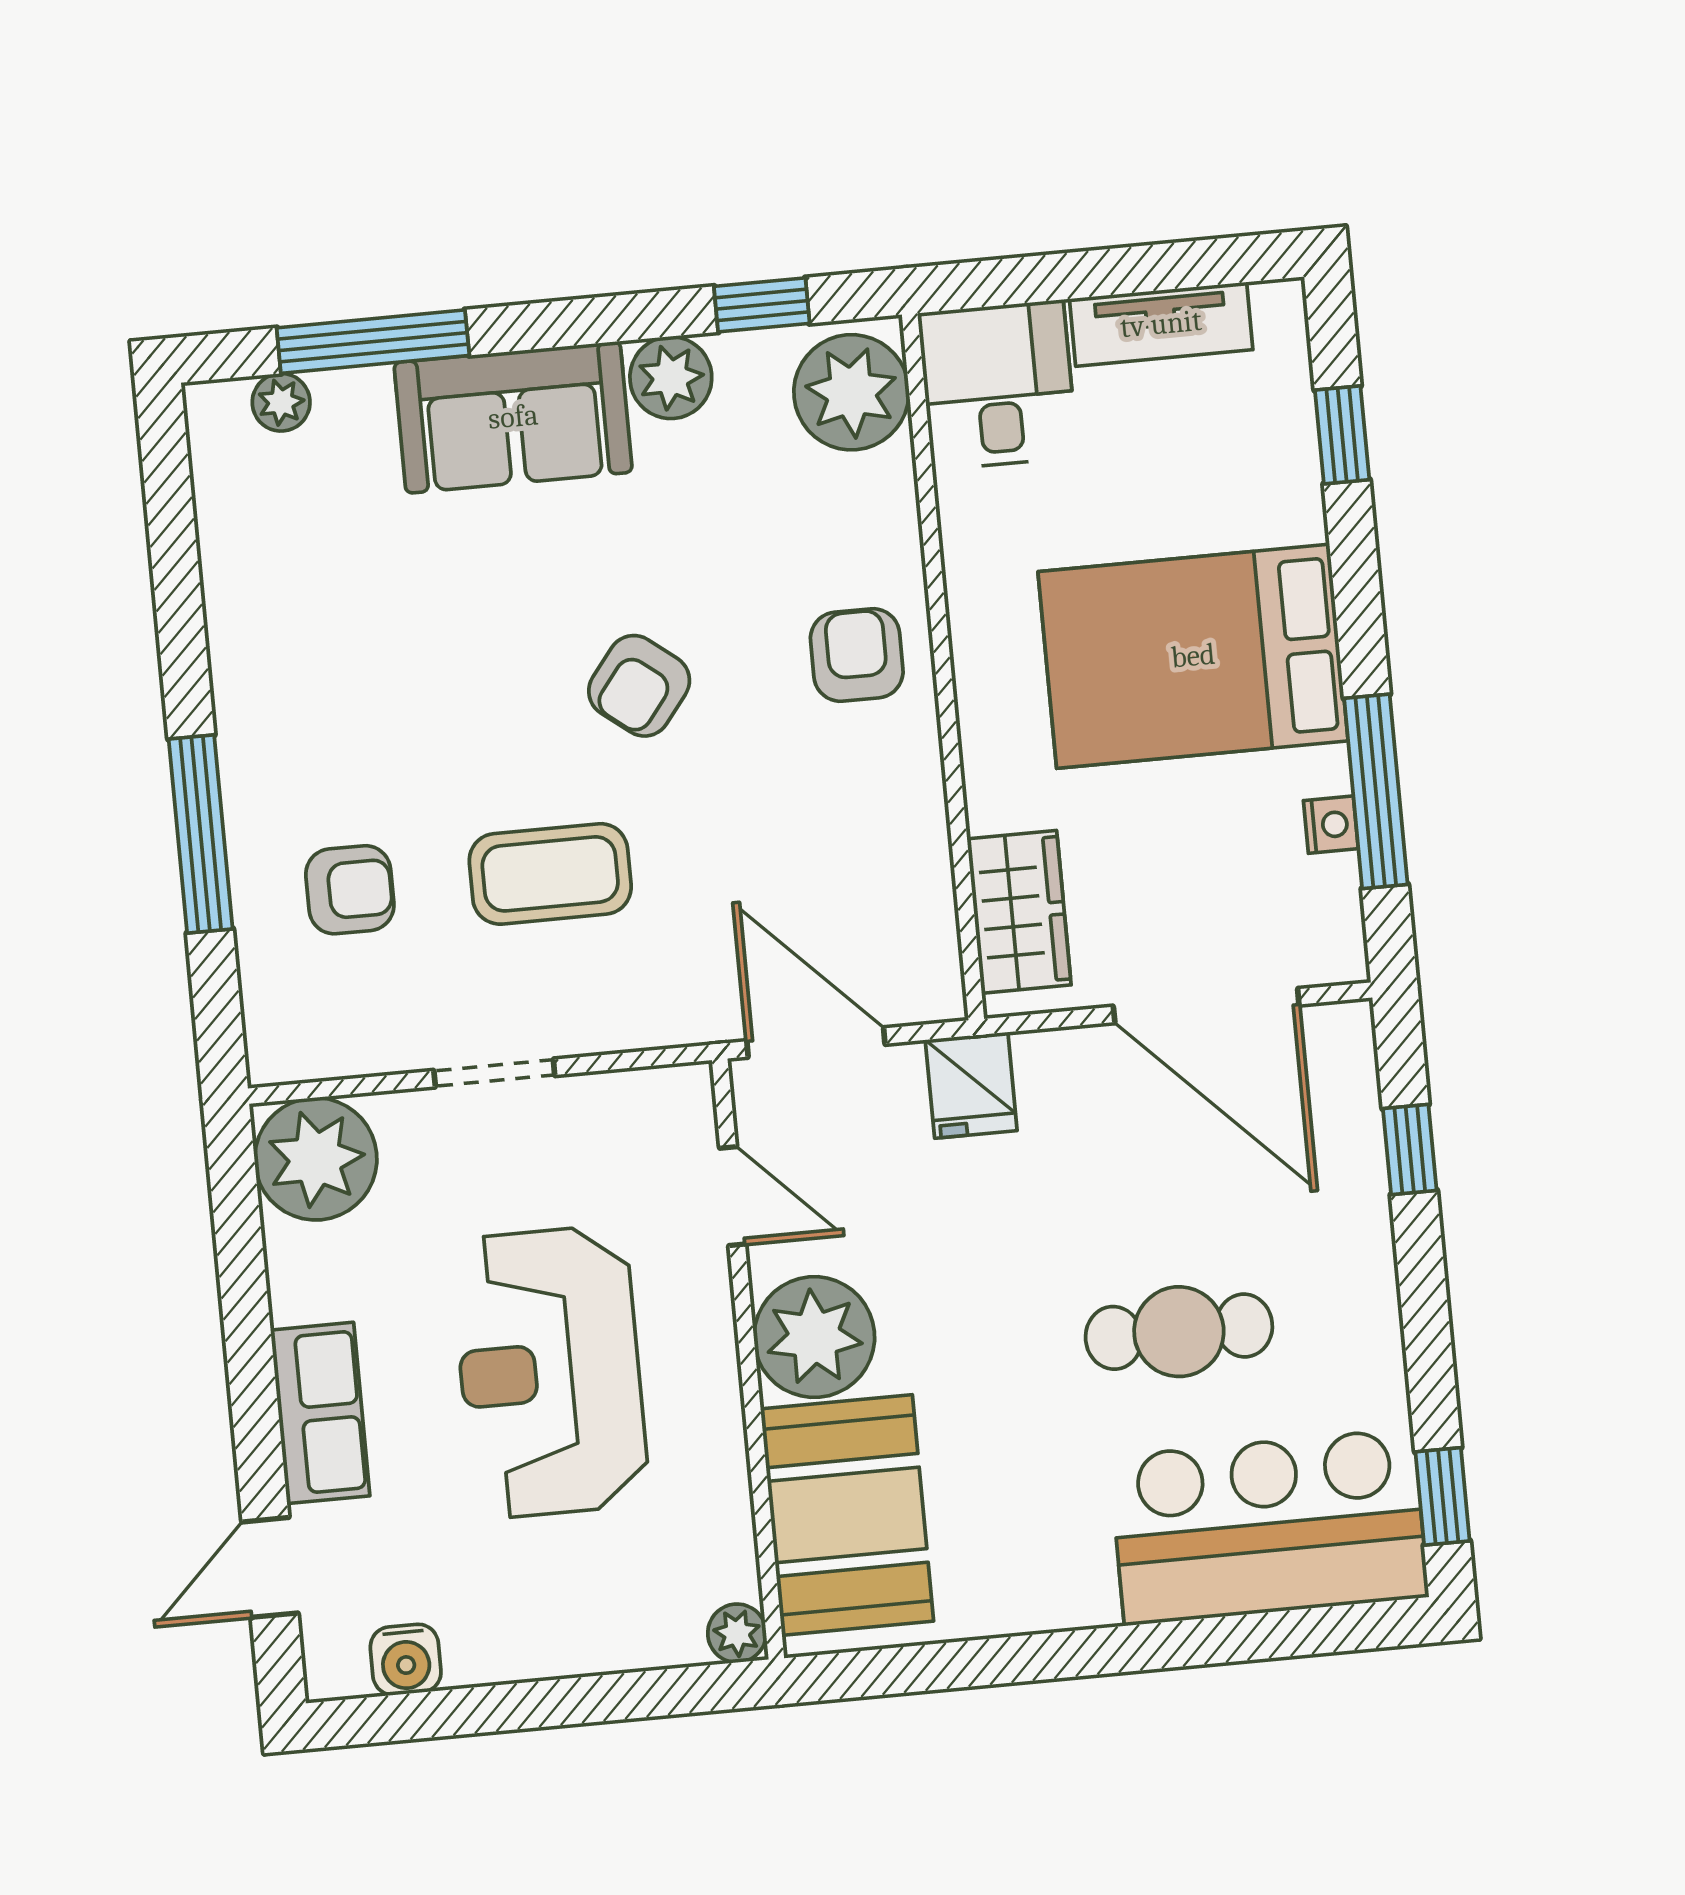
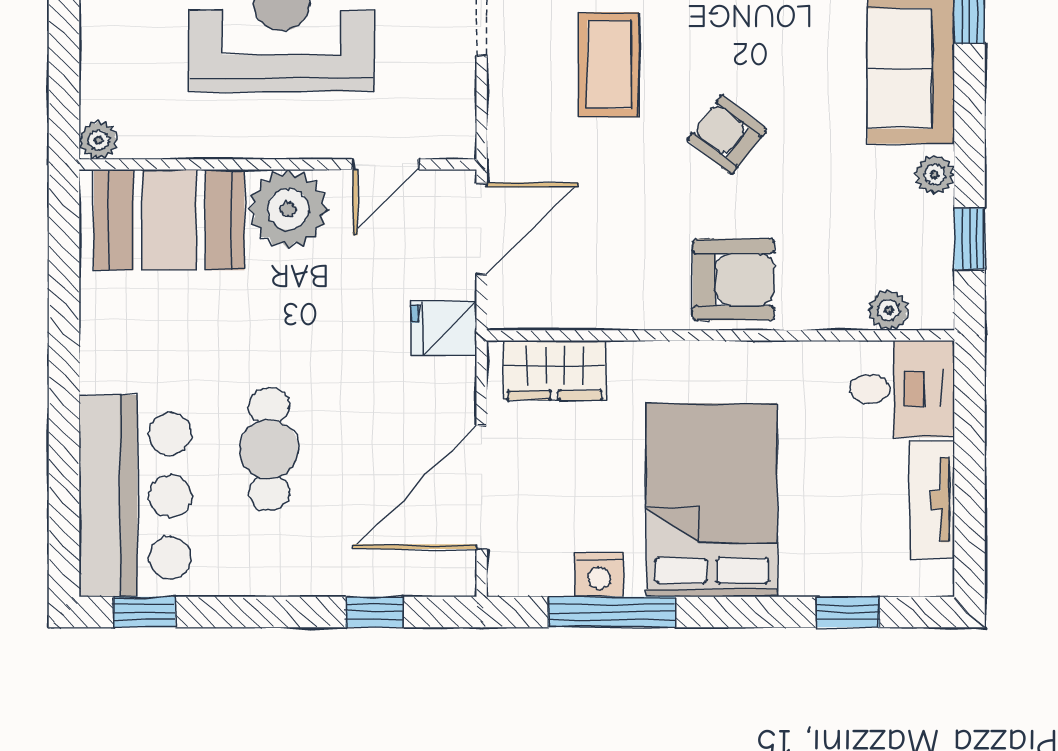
plant: (671, 378) -> (935, 175), width x0.73, depth x0.73
plant: (851, 392) -> (889, 310), width x0.53, depth x0.53
armchair: (857, 655) -> (734, 280), width x1.38, depth x1.38
nightstand: (1331, 825) -> (599, 575), width x1.39, depth x1.35

